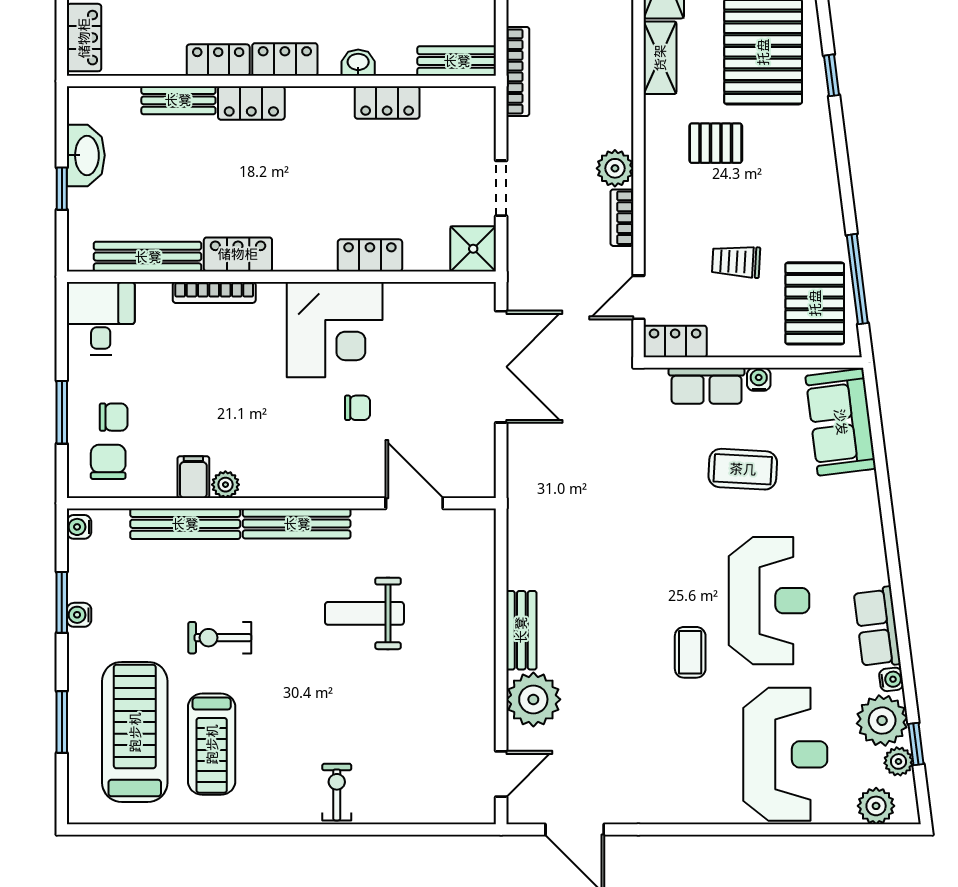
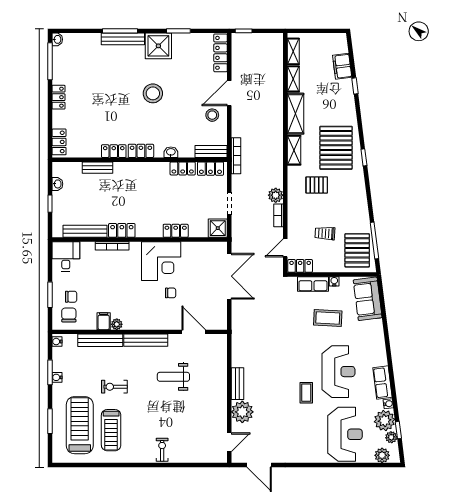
locker: (251, 103) -> (210, 169), moved
washbasin: (86, 155) -> (57, 184), width x0.52, depth x0.69

